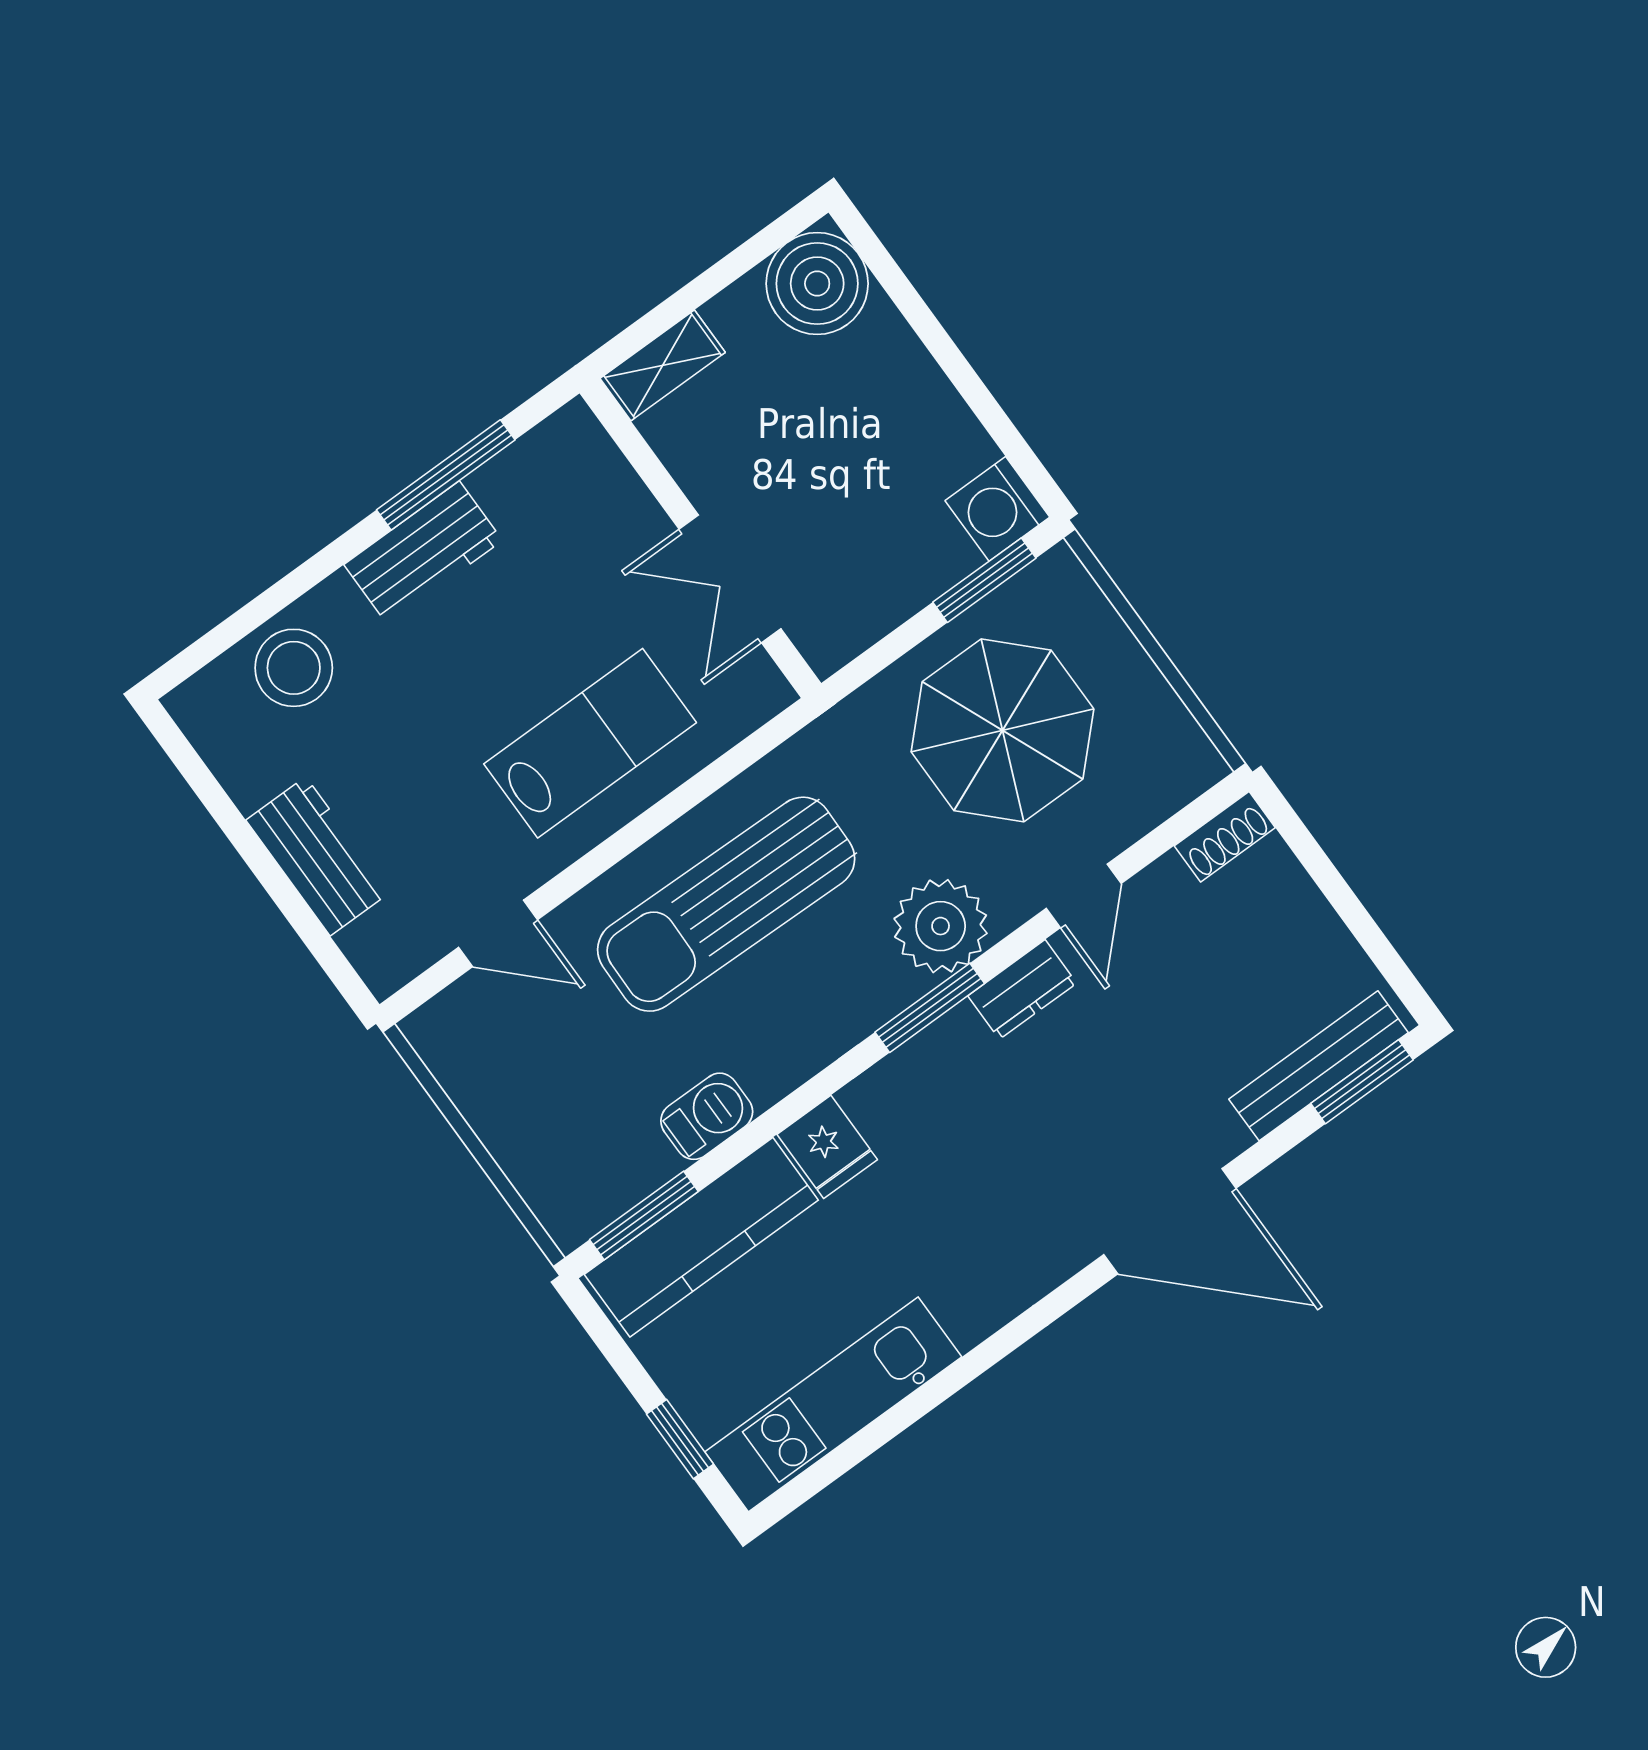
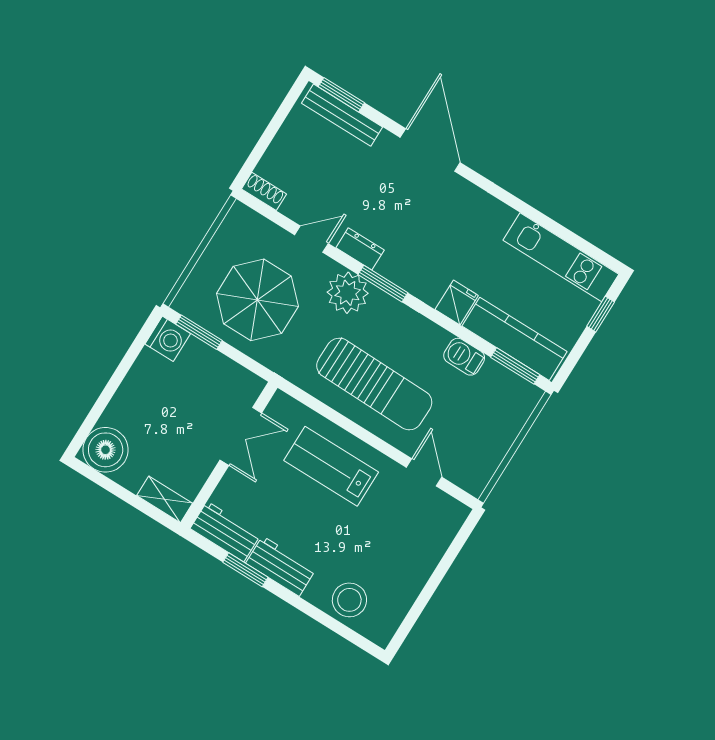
window: (446, 475) -> (245, 570), width x0.69
workbench: (318, 856) -> (225, 532), moved, turned 90

